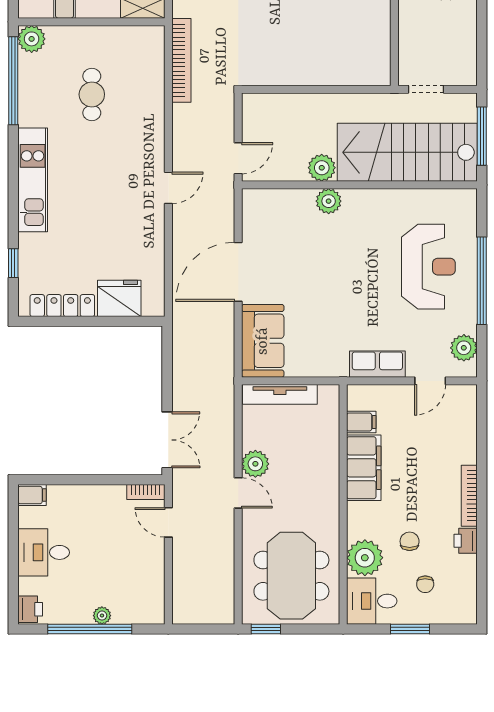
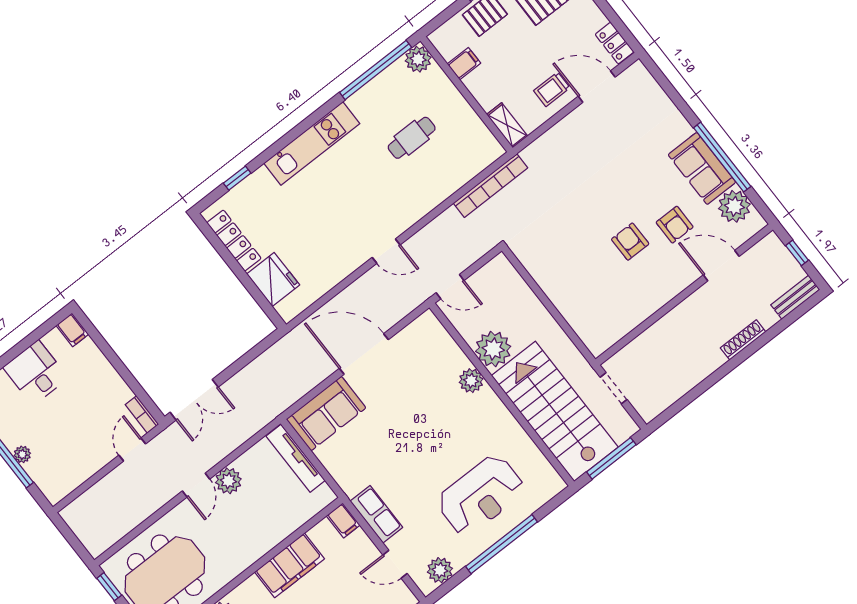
plant: (322, 168) -> (493, 349), width x1.36, depth x1.36
filing cabinet: (361, 422) -> (343, 520), moved

